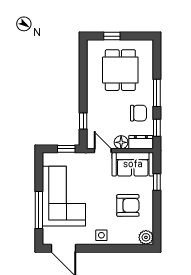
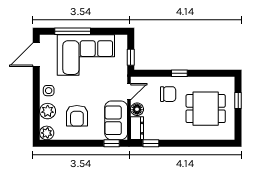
window: (157, 93) -> (184, 143), removed
chair: (138, 113) -> (168, 94), moved, turned -90
window: (83, 121) -> (179, 73), moved
window: (157, 182) -> (112, 143), moved
plant: (123, 236) -> (48, 111), added

